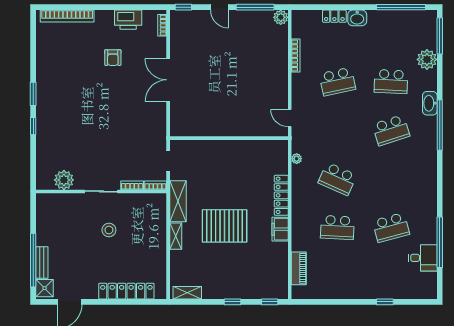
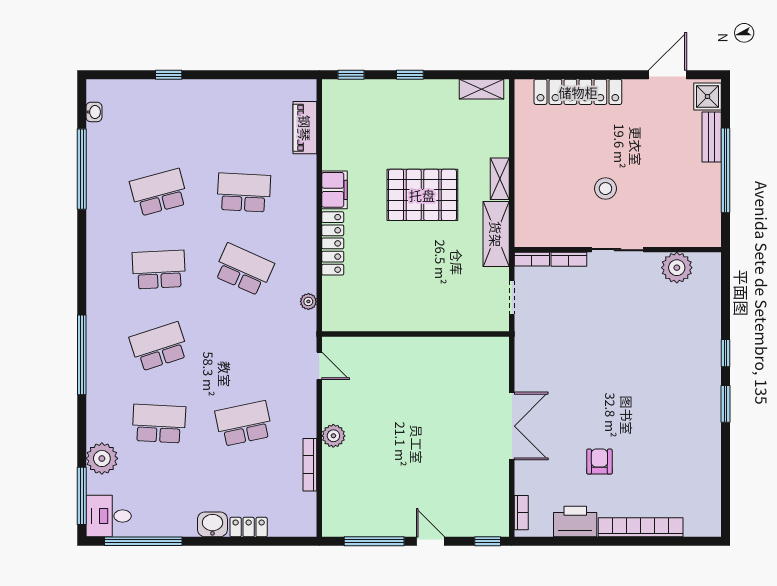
bookcase: (67, 16) -> (641, 527), moved
plant: (281, 17) -> (333, 436), moved
washbasin: (430, 103) -> (94, 112), moved, width x0.52, depth x0.69
school desk: (391, 179) -> (159, 270), added
desk: (423, 258) -> (109, 516), moved
window: (33, 260) -> (726, 170), moved

